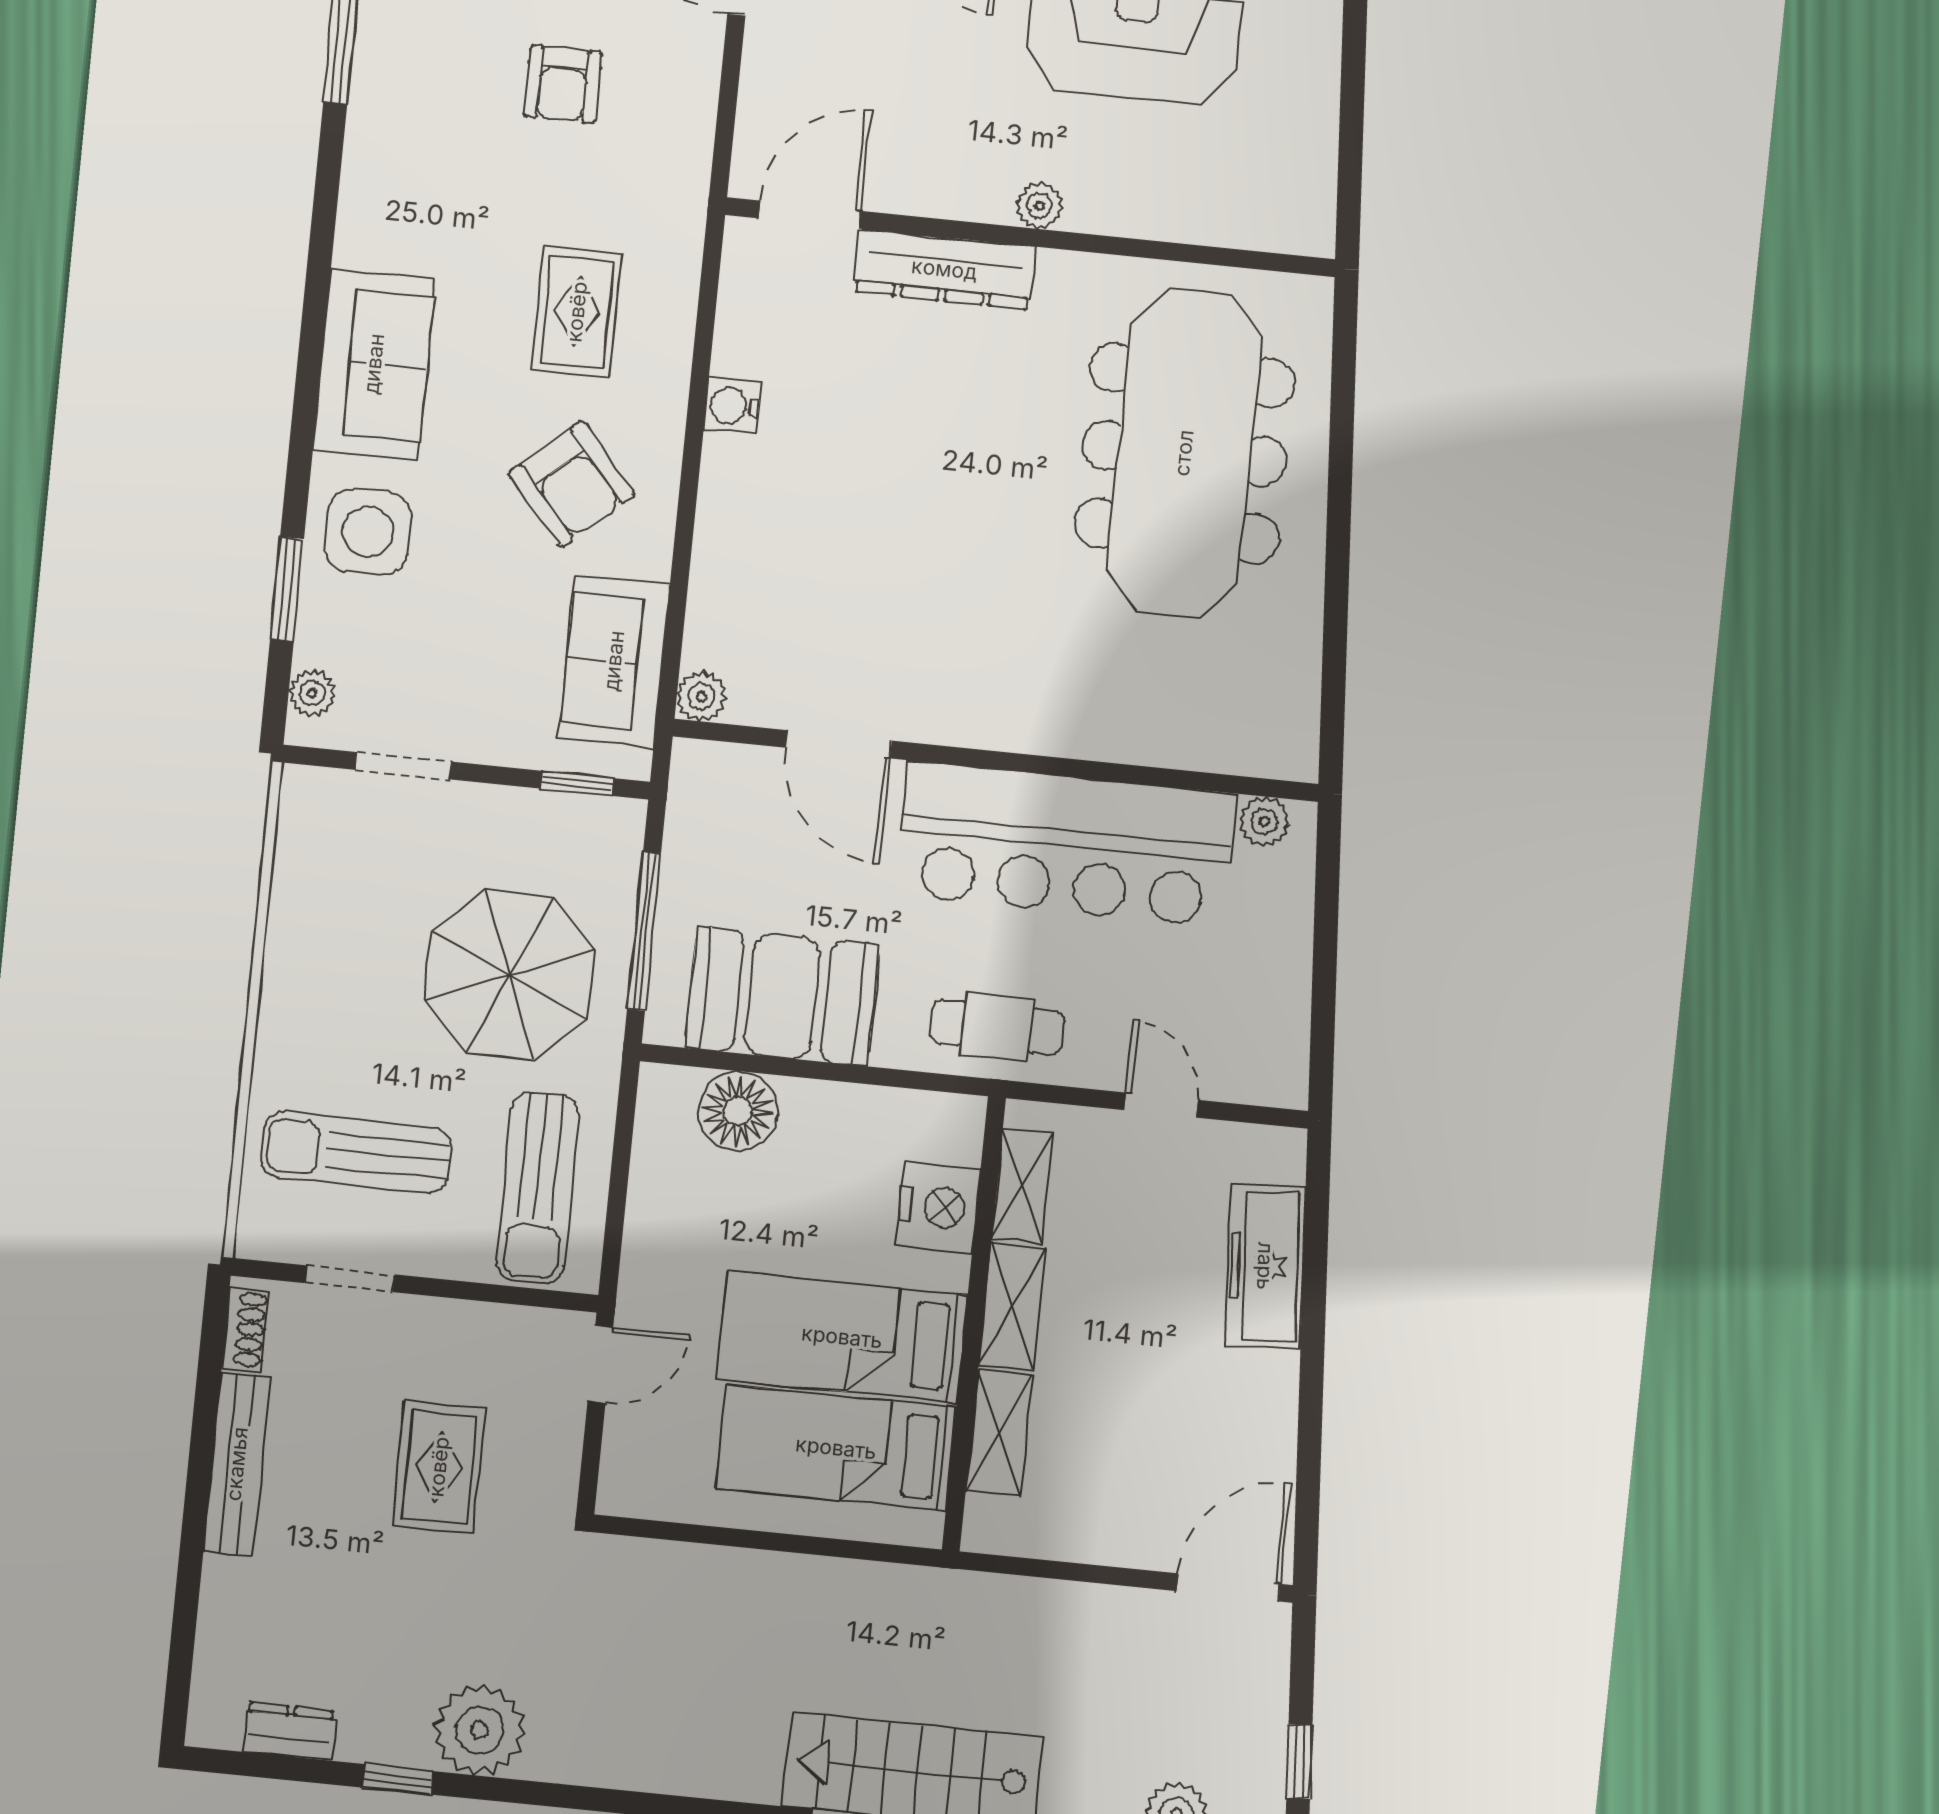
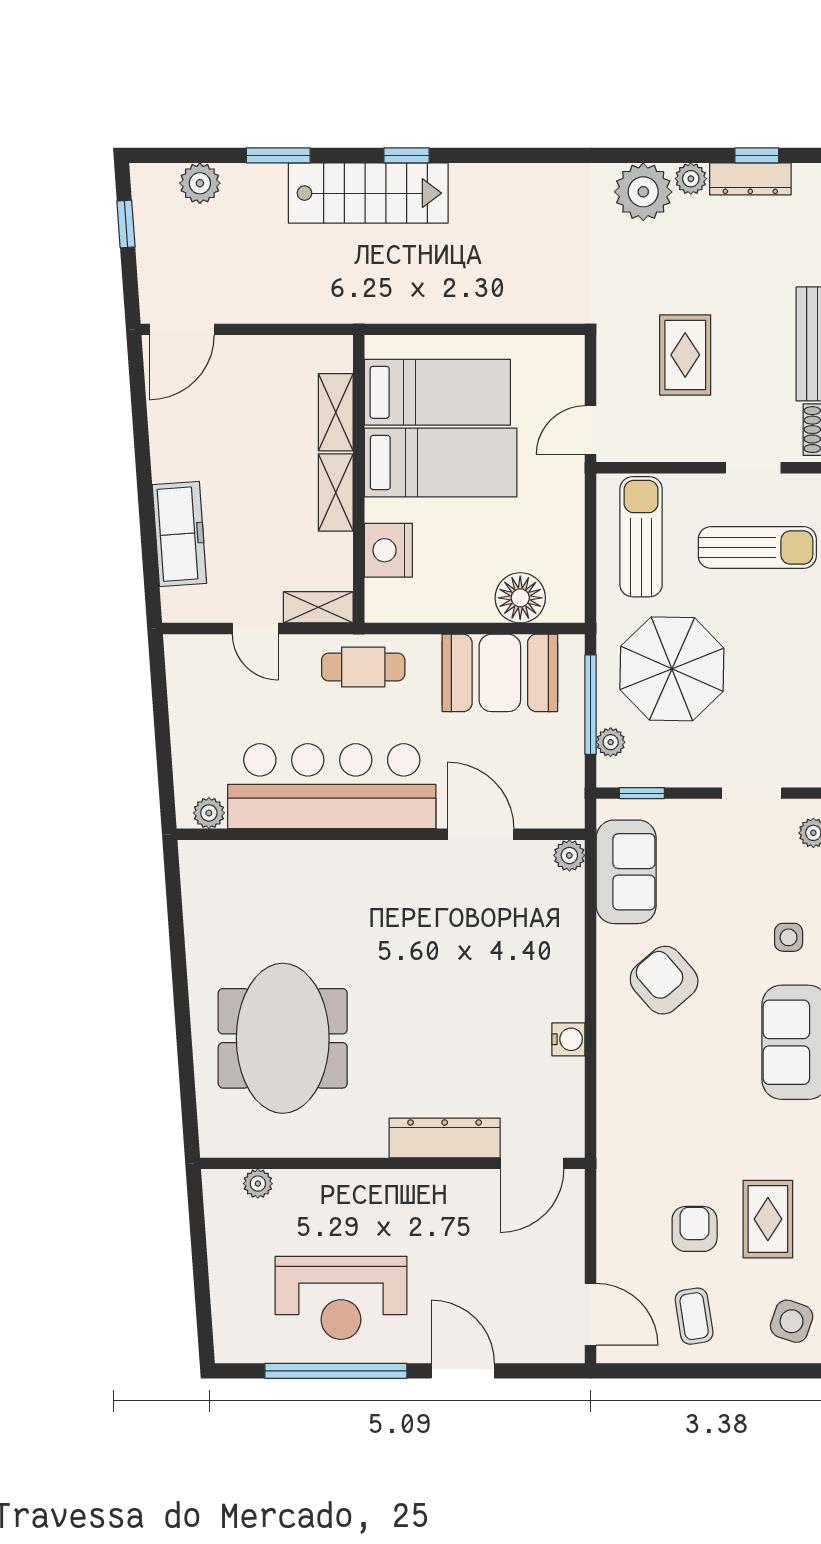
plant: (1039, 206) -> (258, 1184), moved
rug: (577, 312) -> (768, 1219), moved
meeting table: (1184, 453) -> (283, 1038), width x0.73
side table: (368, 532) -> (789, 937), width x0.54, depth x0.54
plant: (618, 869) -> (611, 742), added
shelving: (1022, 1186) -> (318, 607), moved, turned 90
dresser: (289, 1731) -> (750, 179), width x1.44
plant: (403, 1743) -> (691, 179), added
window: (398, 1779) -> (757, 155), moved

